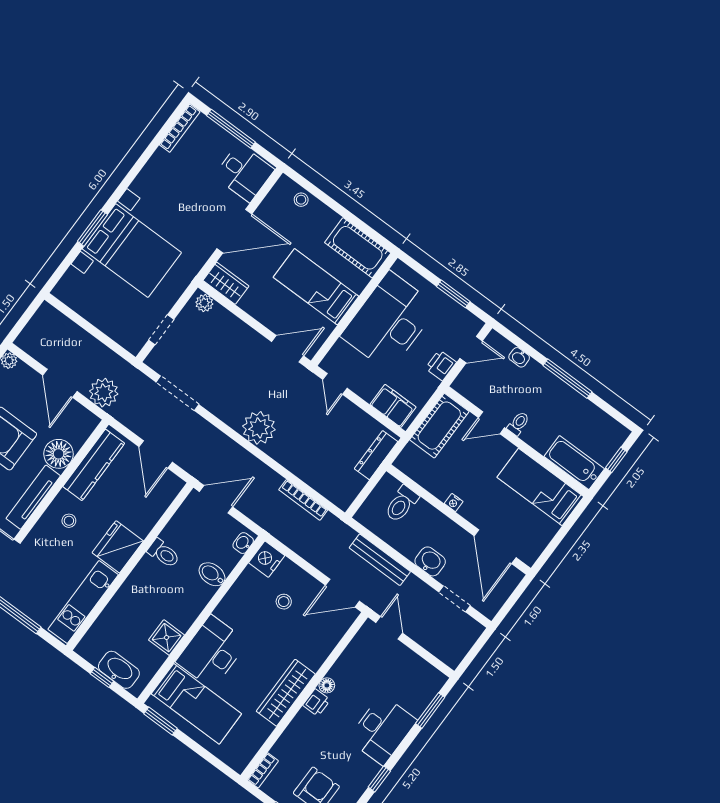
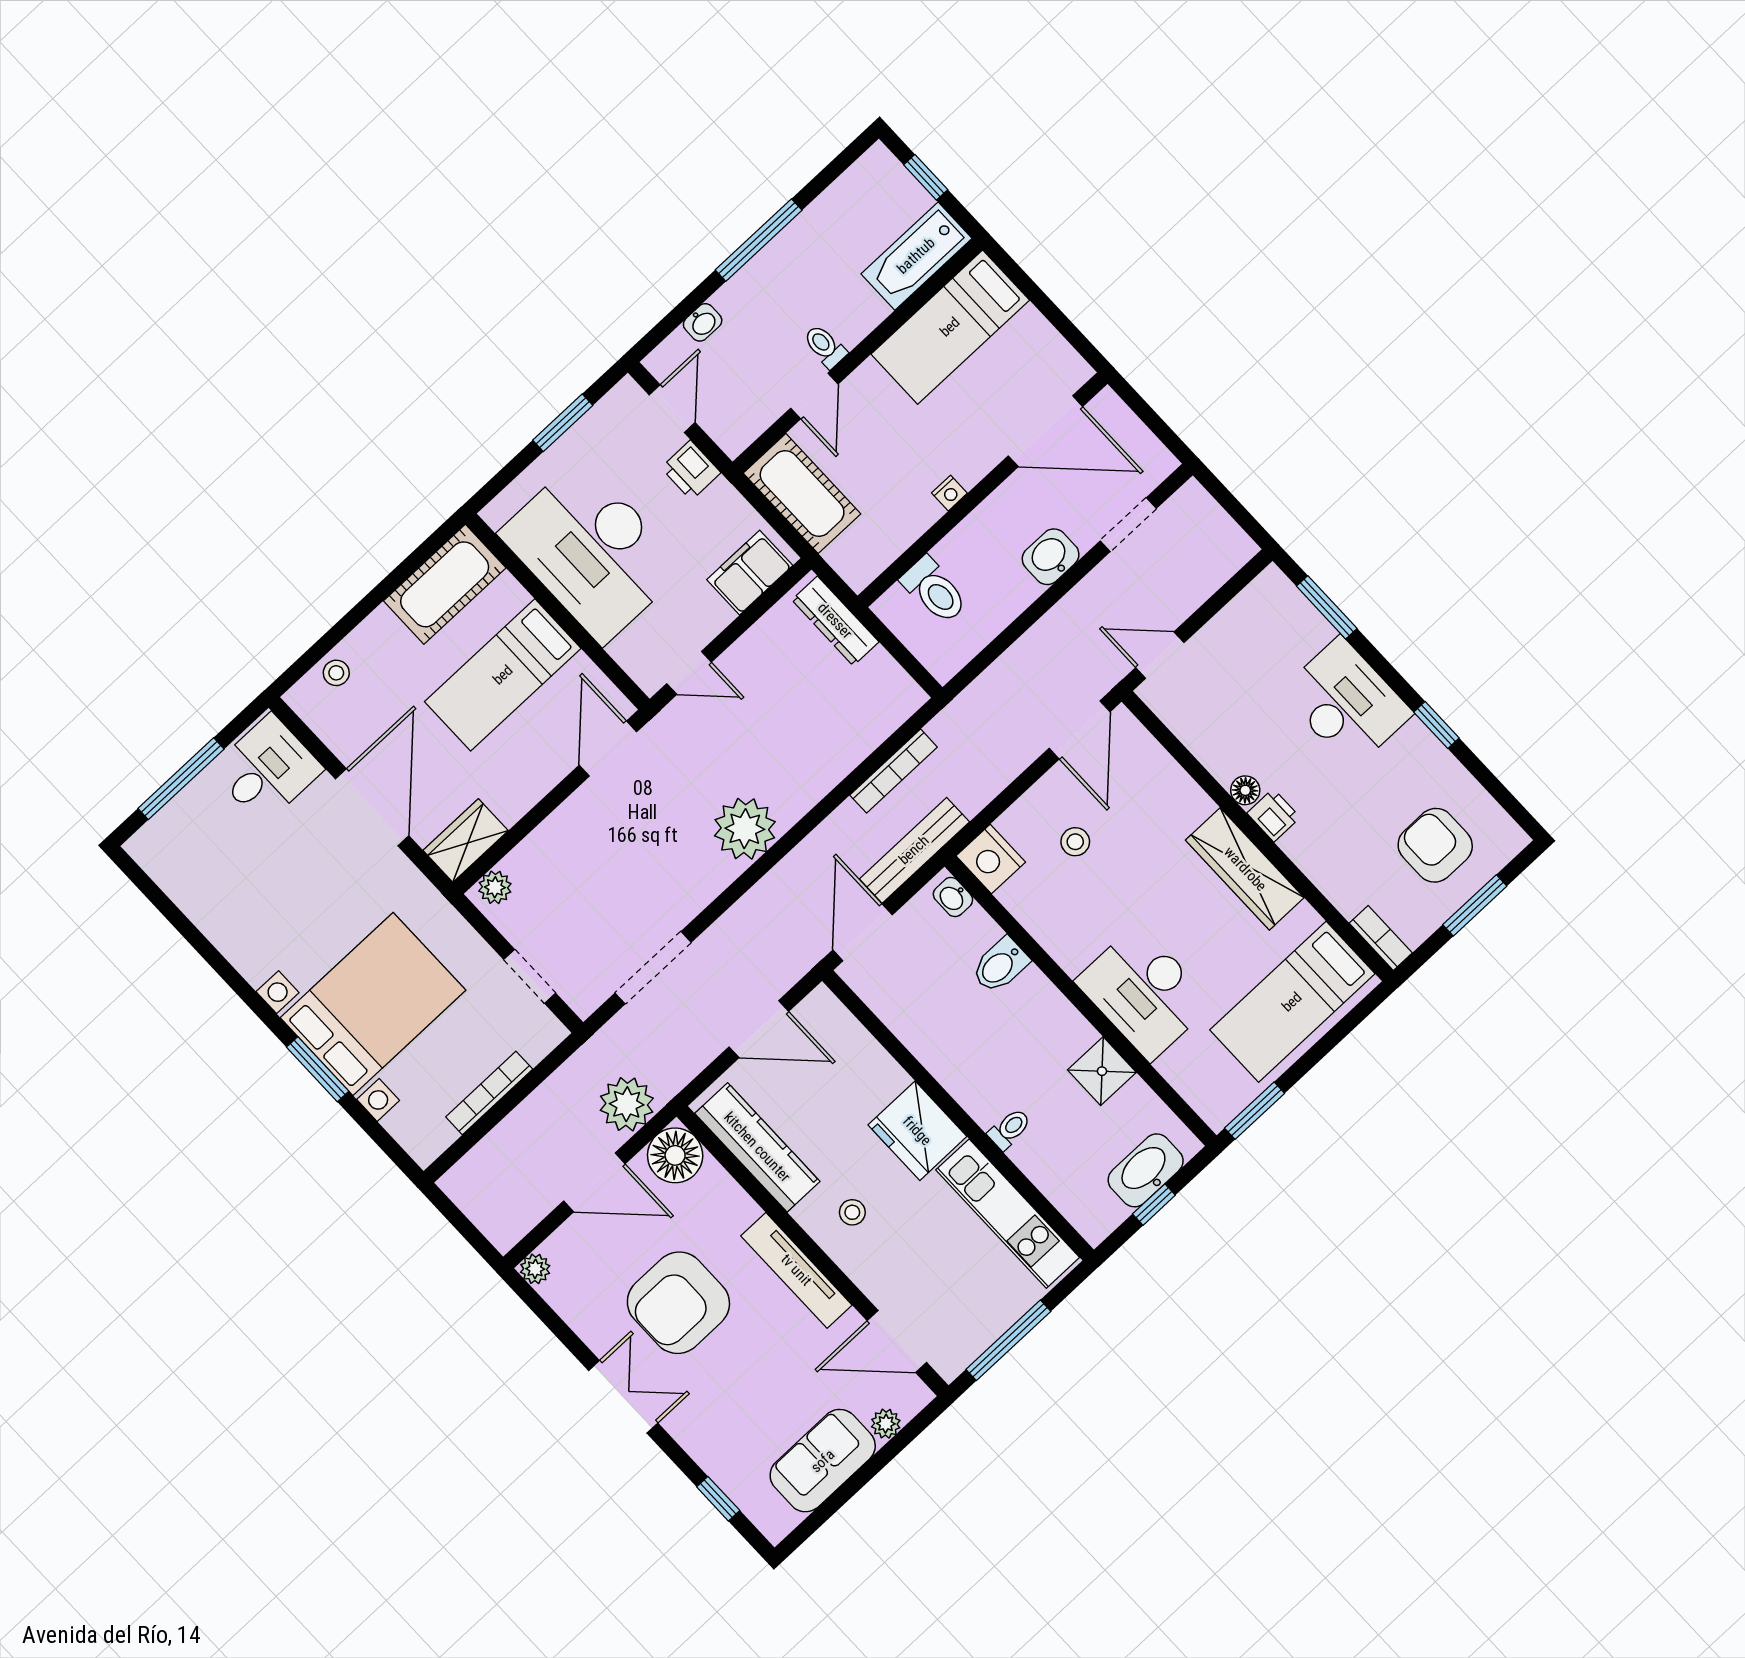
bookcase: (180, 128) -> (489, 1093), moved, turned -90
floor lamp: (59, 454) -> (675, 1155), moved
toilet: (164, 553) -> (1010, 1129), moved, width x0.73, depth x0.72
bench: (380, 560) -> (914, 850), moved
bed: (196, 704) -> (1292, 1002), moved, turned 180

